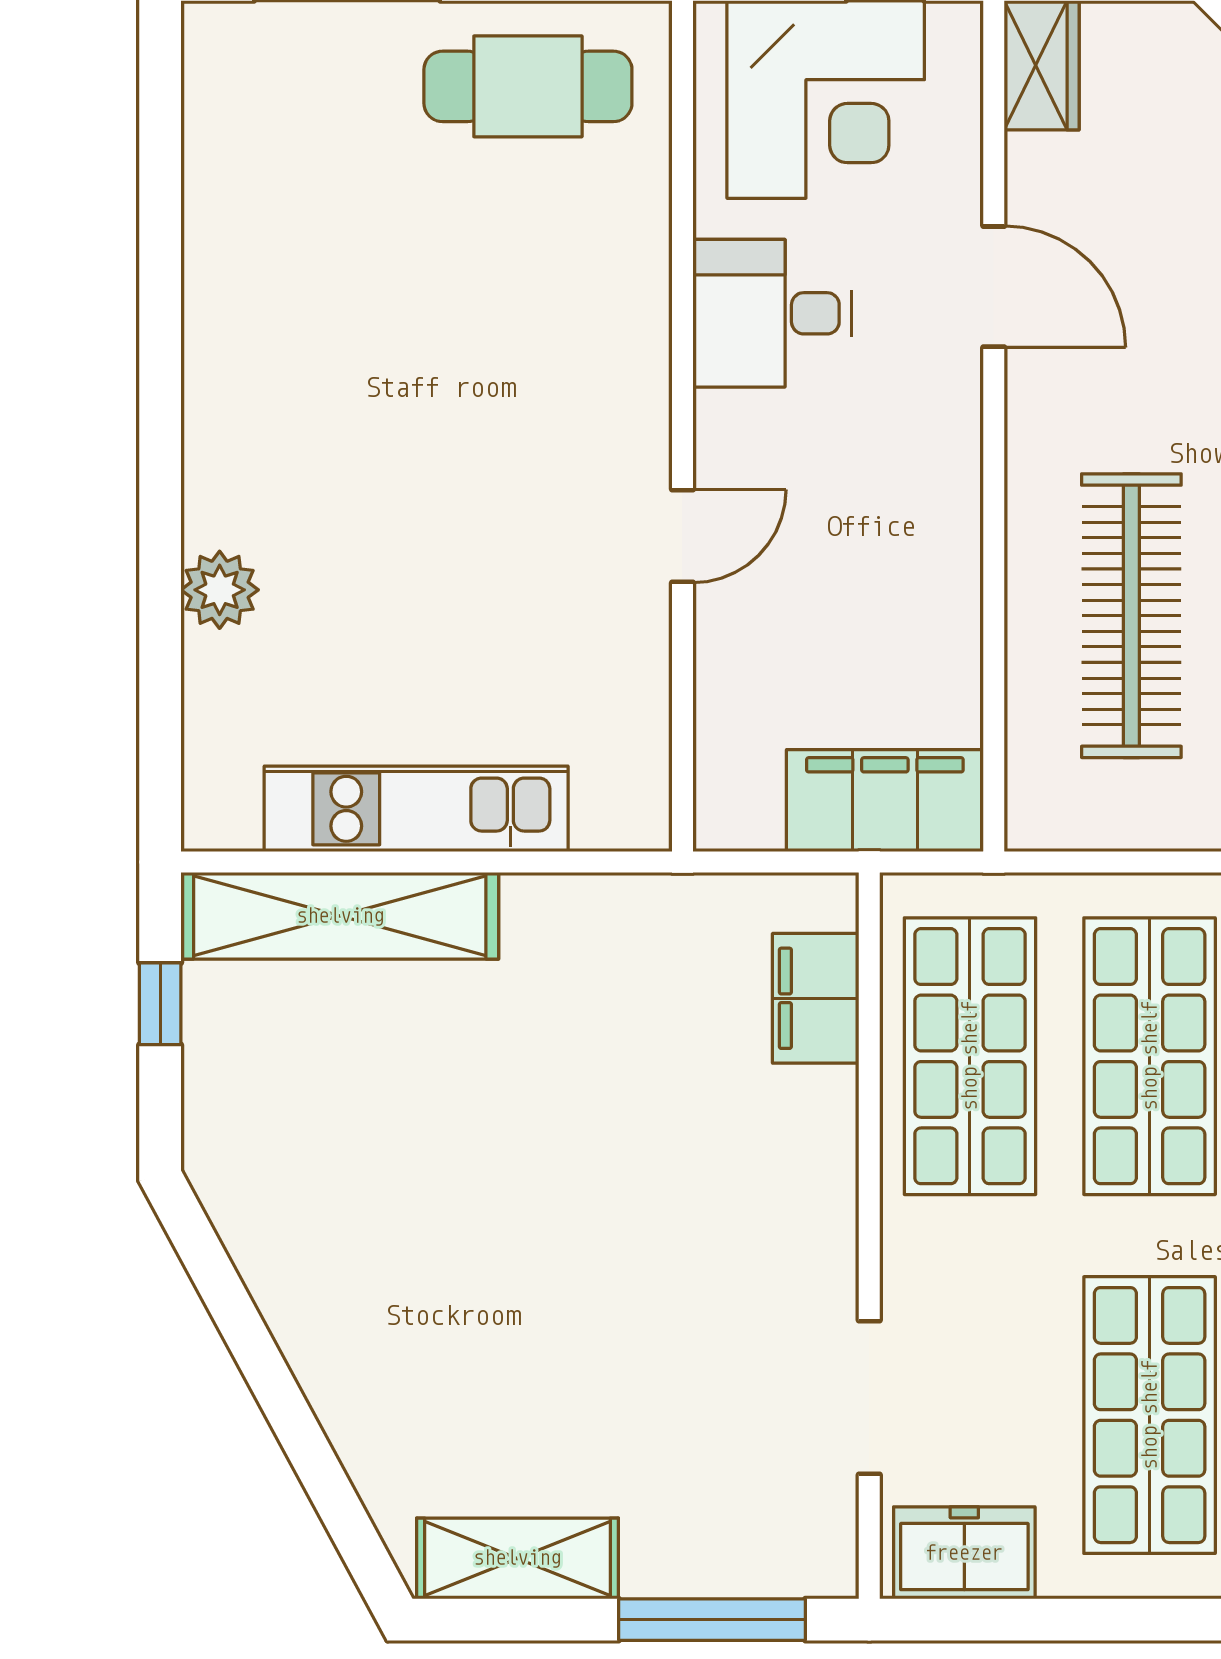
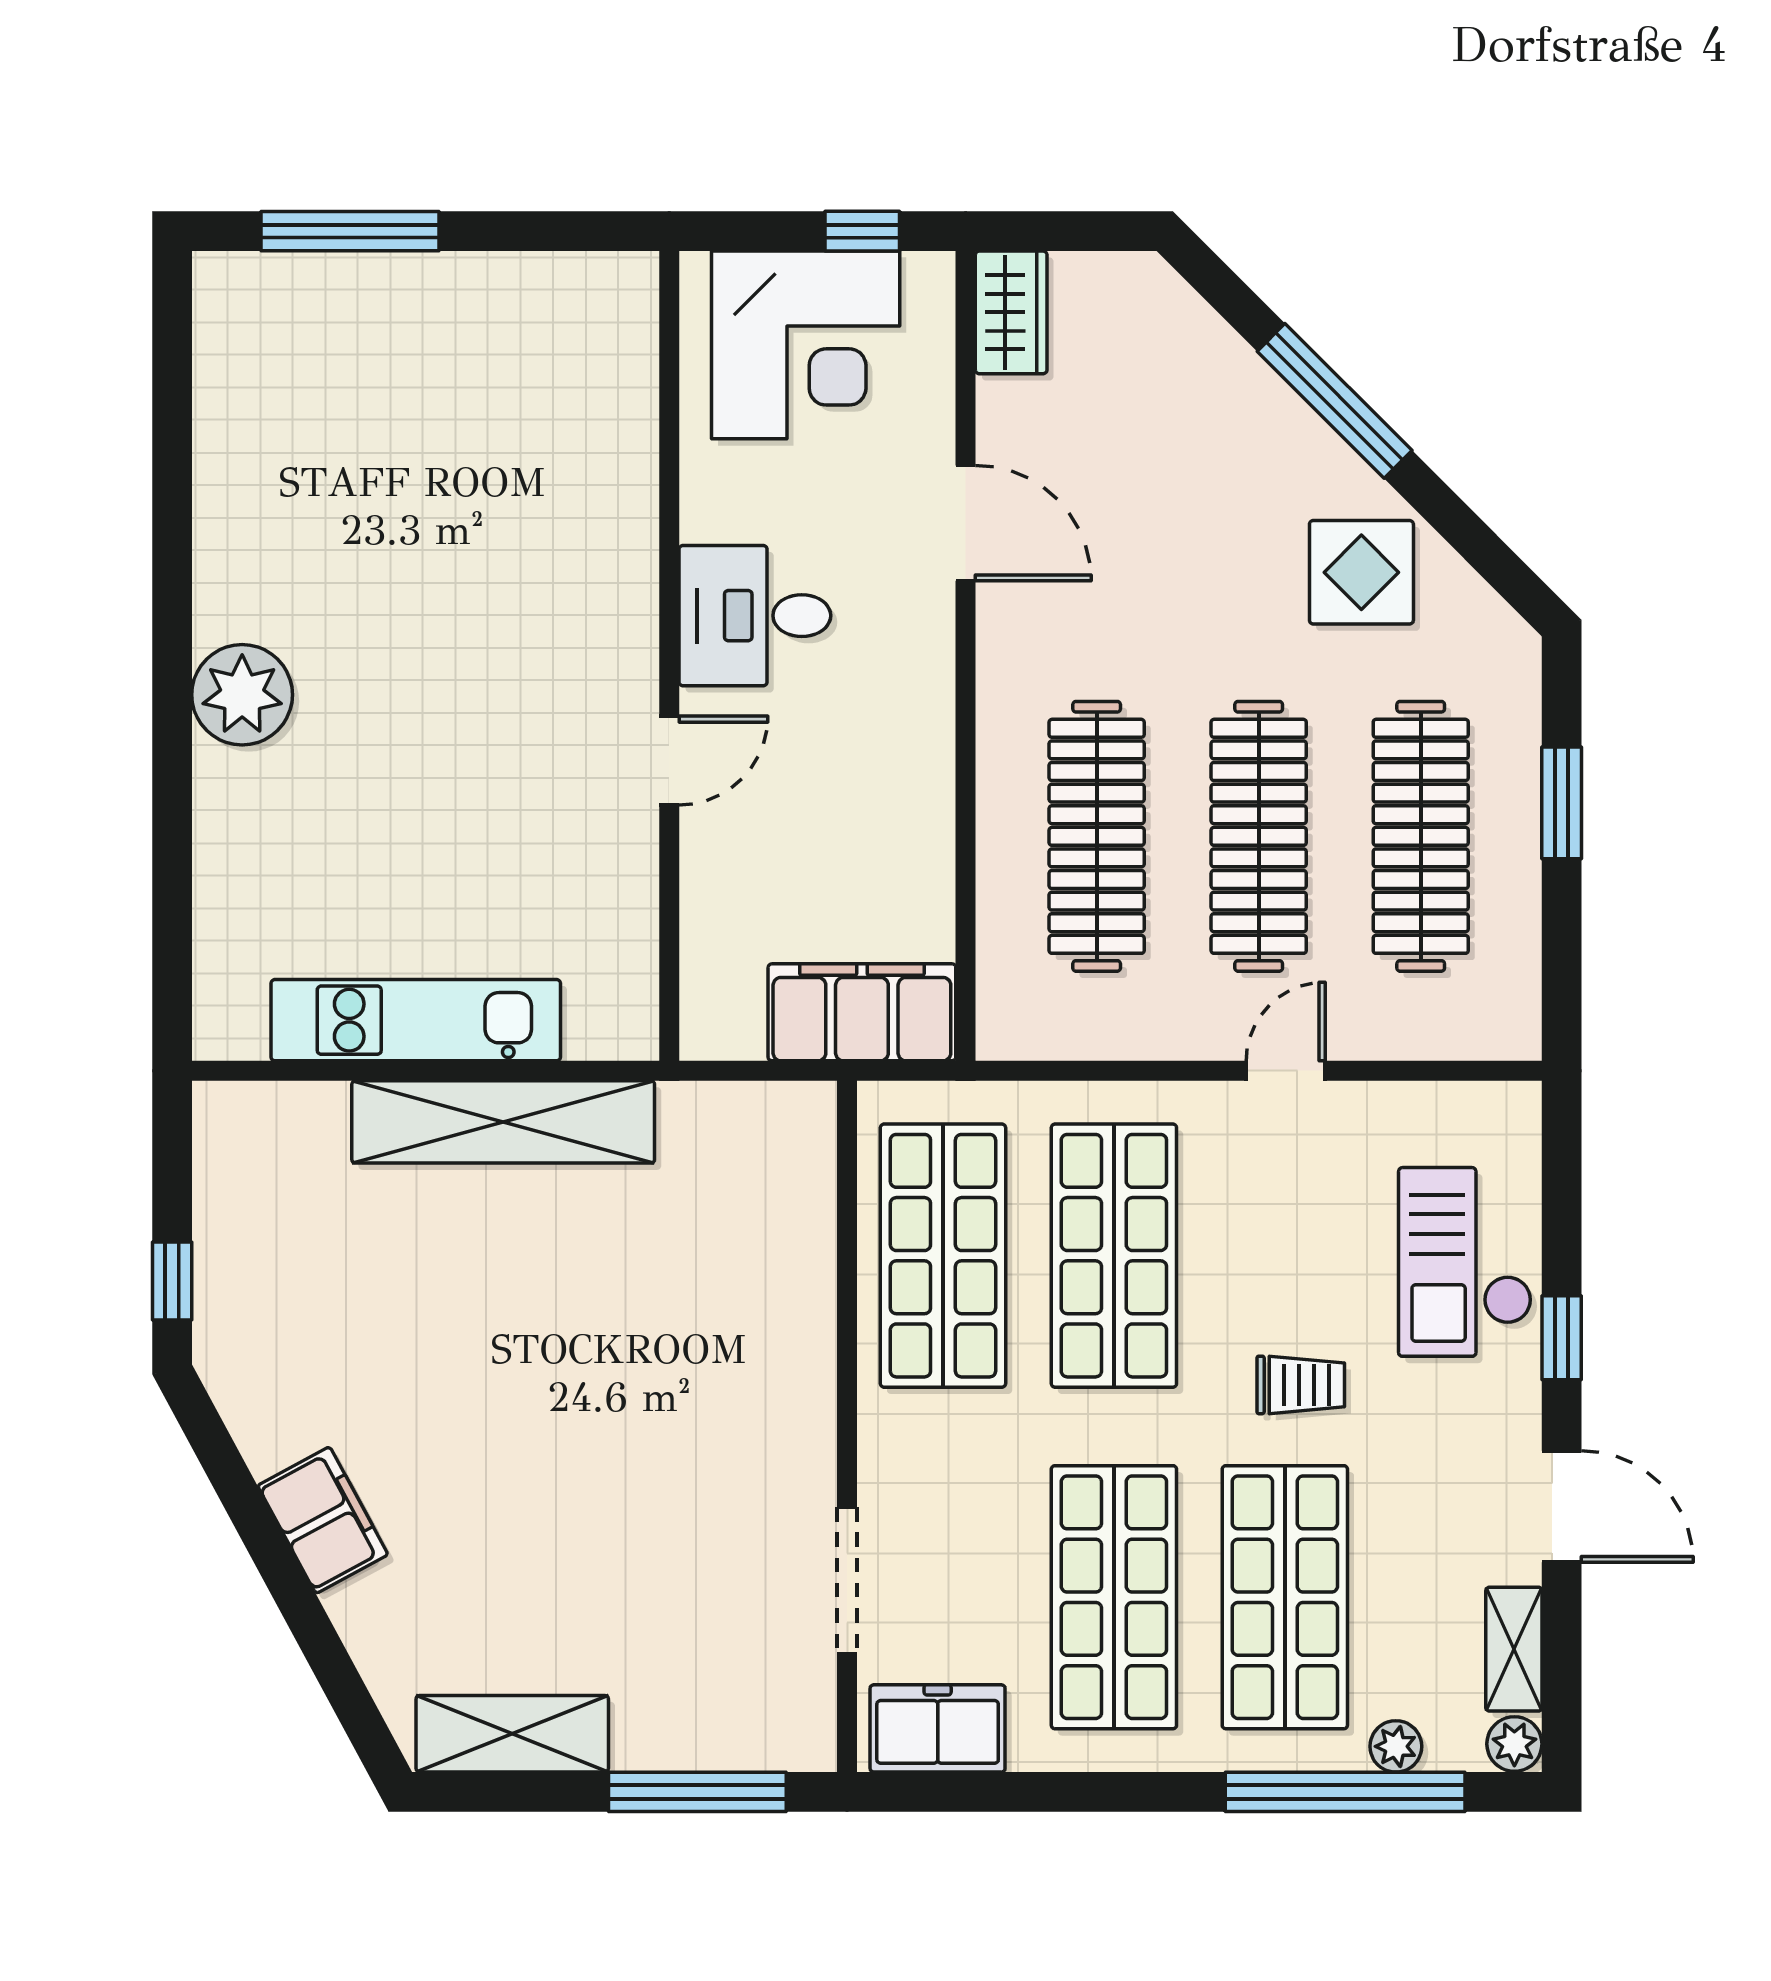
cafe table: (528, 86) -> (522, 332), removed
desk: (772, 313) -> (755, 616), moved
plant: (220, 590) -> (242, 695), moved, width x1.36, depth x1.36
shelving: (340, 916) -> (503, 1122), moved
filing cabinet: (816, 998) -> (323, 1520), moved, turned 152
window: (160, 1004) -> (172, 1281), moved

